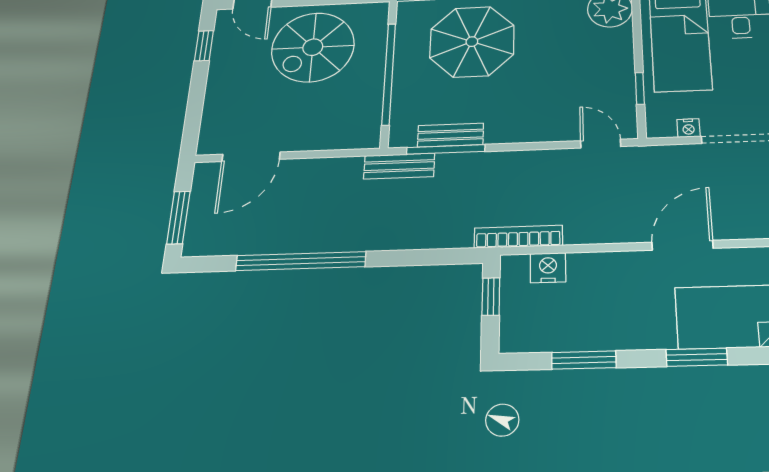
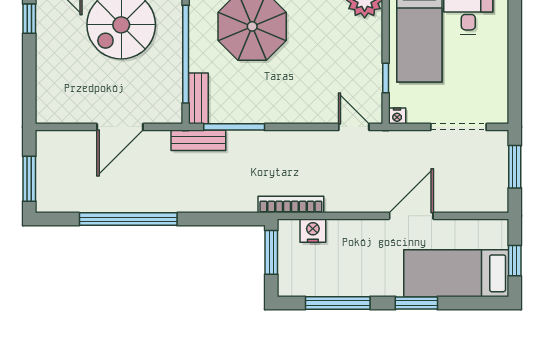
nightstand: (688, 128) -> (397, 116), moved
bench: (450, 135) -> (198, 98), moved, turned 90
door: (251, 157) -> (120, 127), moved
window: (491, 297) -> (271, 252), width x1.50
window: (584, 360) -> (338, 303), width x1.44

